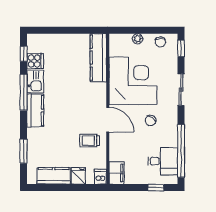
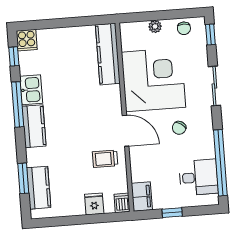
cooker: (35, 61) -> (27, 40), moved, turned 90
kitchen counter: (54, 176) -> (39, 188), moved, turned 90
window: (156, 188) -> (172, 213), moved

